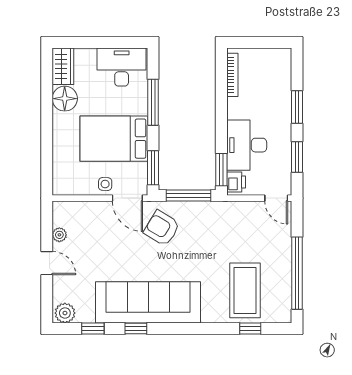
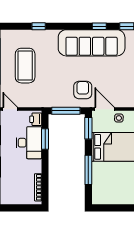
desk: (122, 67) -> (108, 192), removed
window: (221, 170) -> (45, 139), moved
armchair: (162, 228) -> (83, 90), turned -121
coffee table: (245, 290) -> (25, 66), moved
window: (250, 329) -> (39, 26), moved

